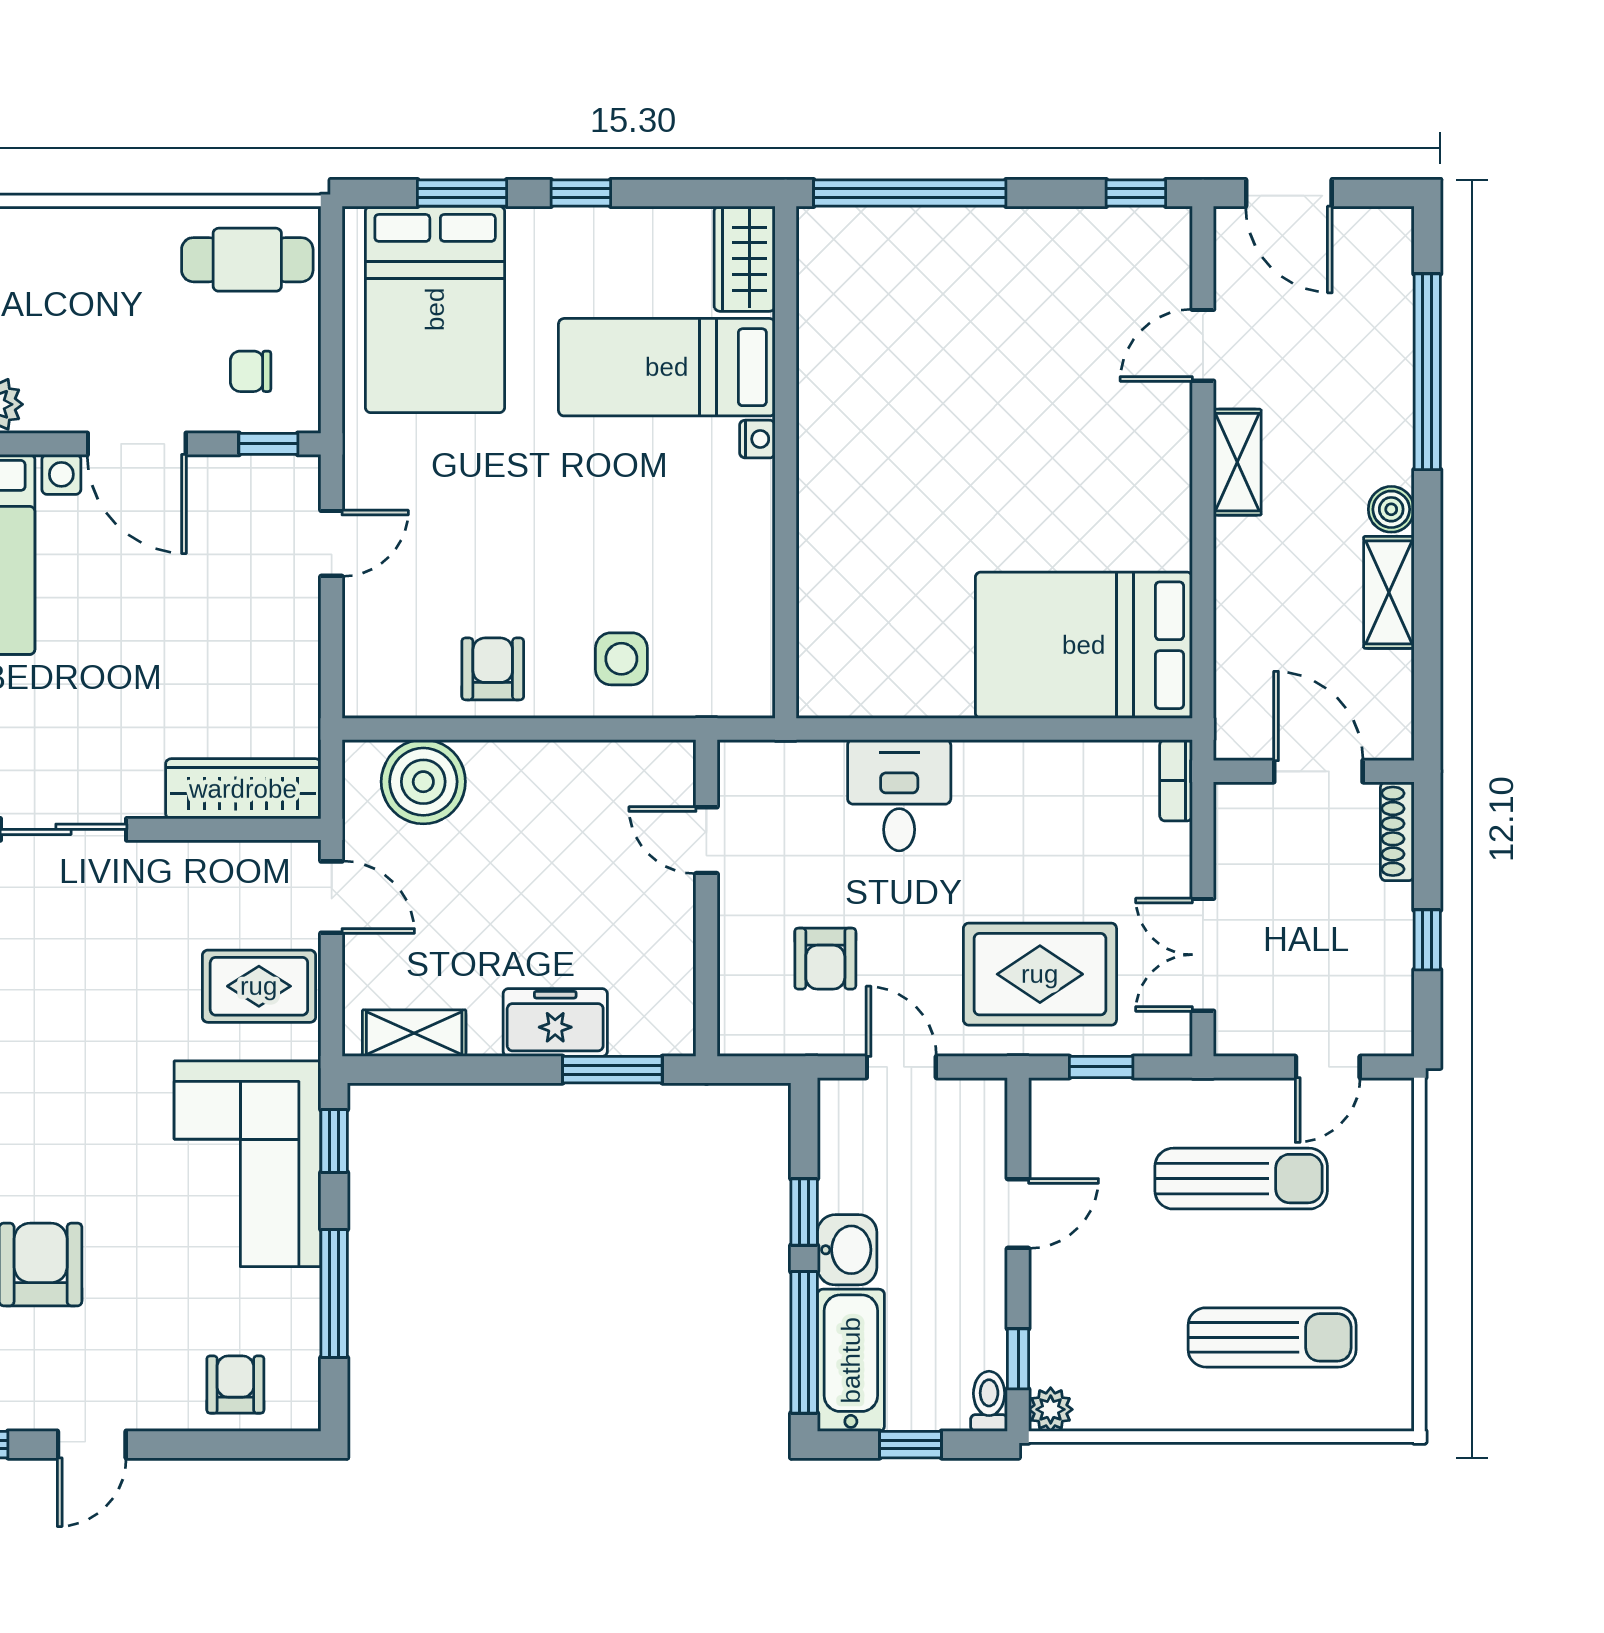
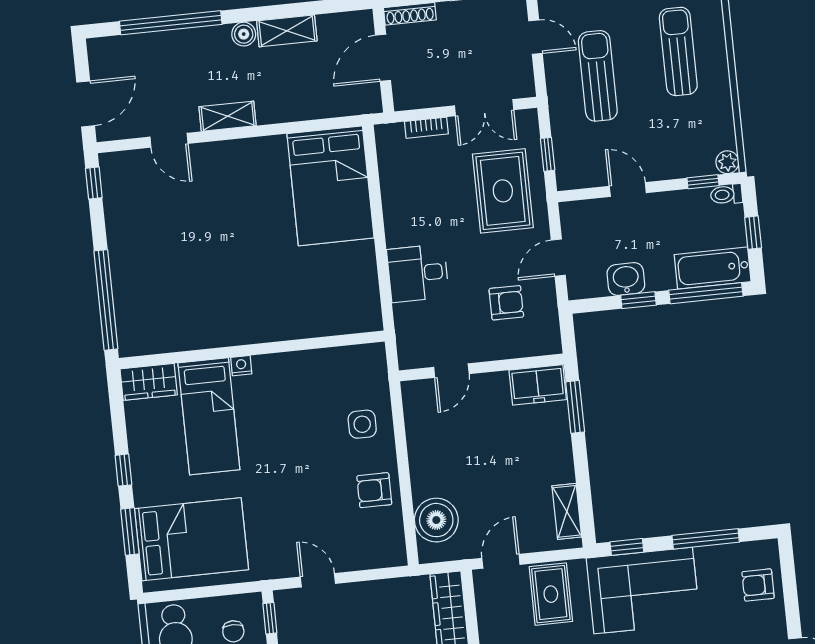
bookcase: (1176, 780) -> (426, 128), moved
freezer: (555, 1022) -> (538, 385), moved, turned -90
washbasin: (847, 1250) -> (626, 279), moved

